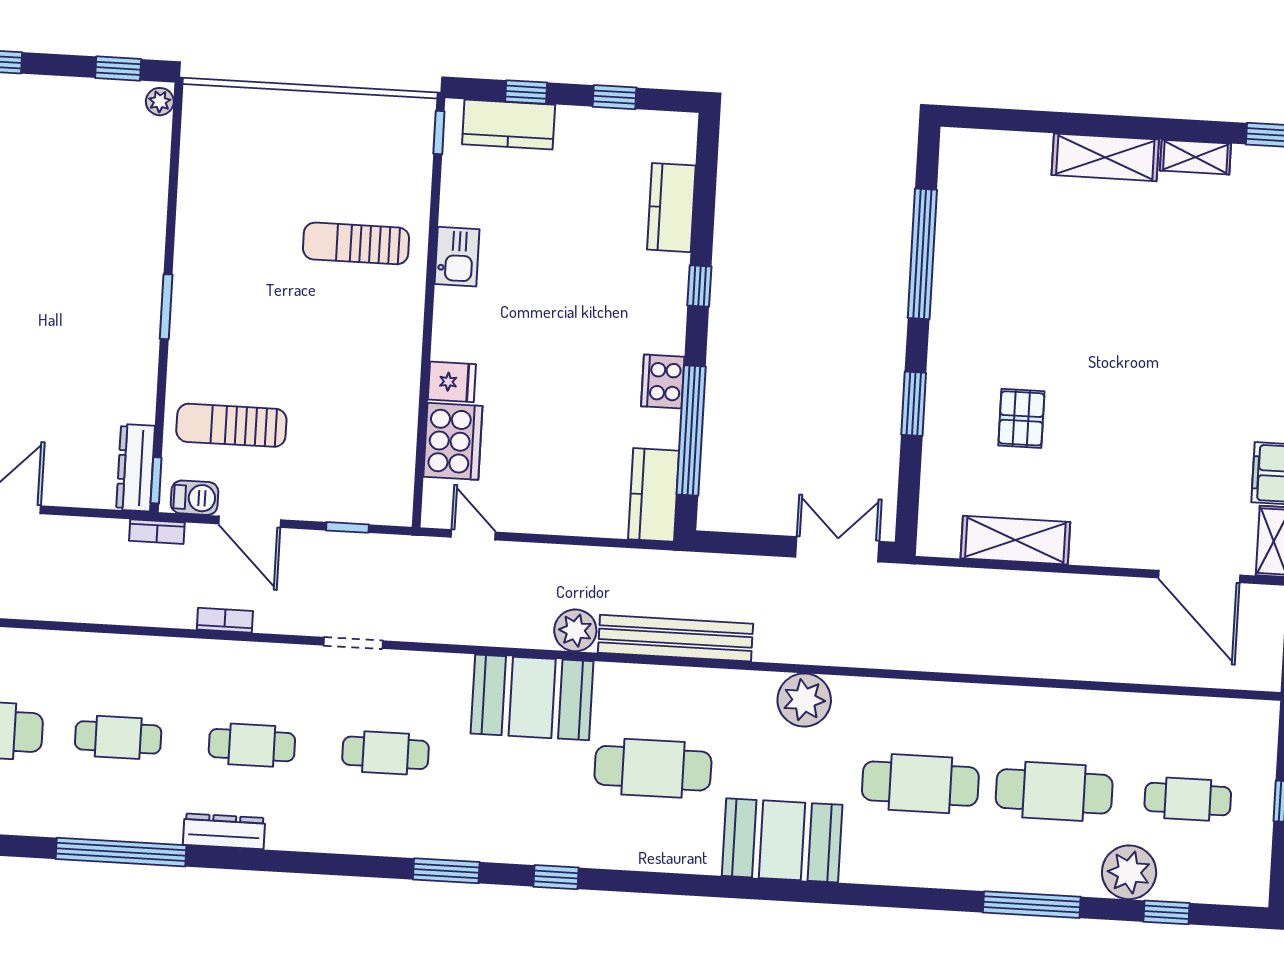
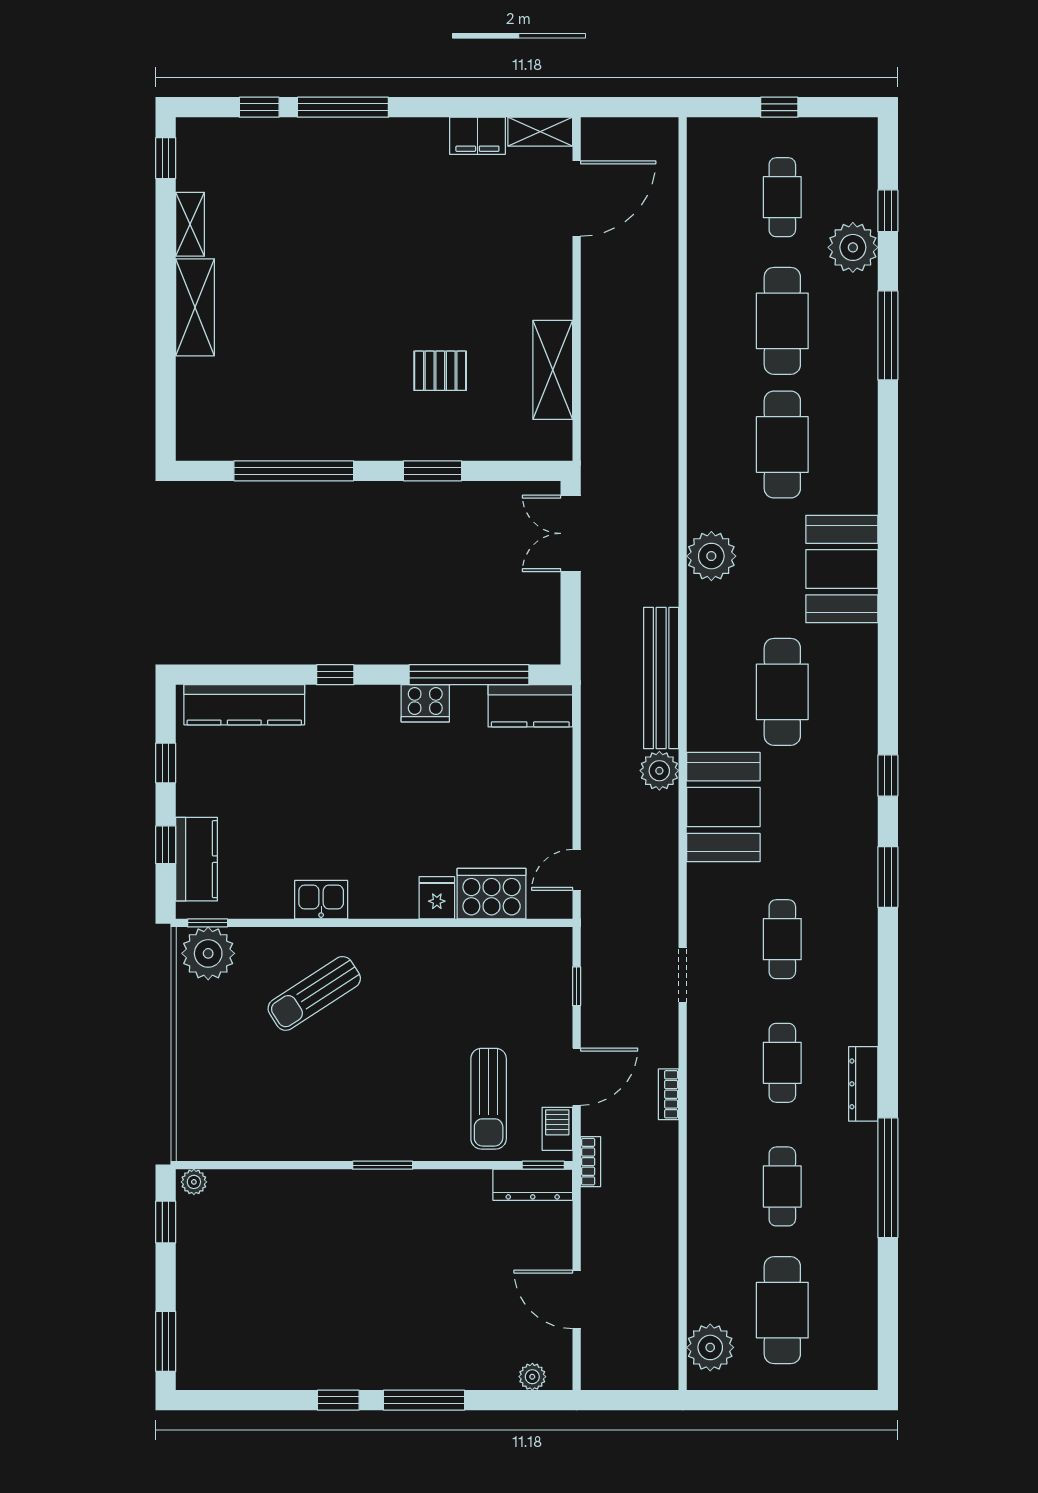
plant: (406, 131) -> (208, 953), added
kitchen counter: (671, 208) -> (244, 705), width x1.50
sun lounger: (356, 243) -> (314, 993), turned 57

